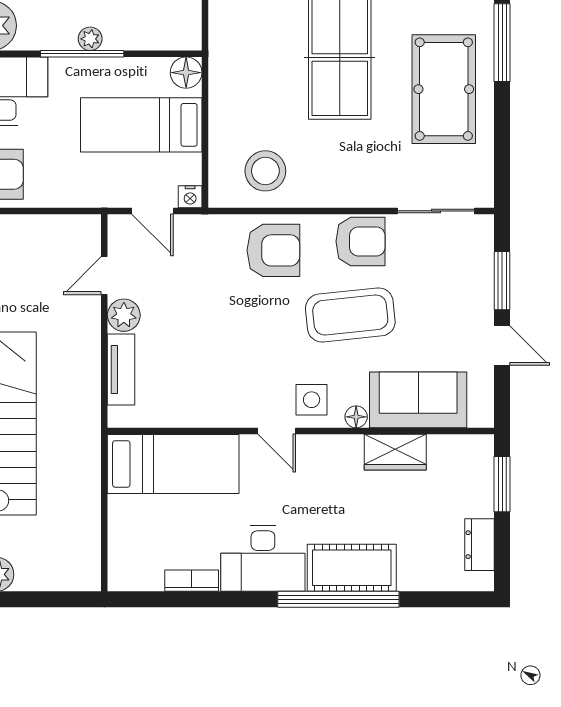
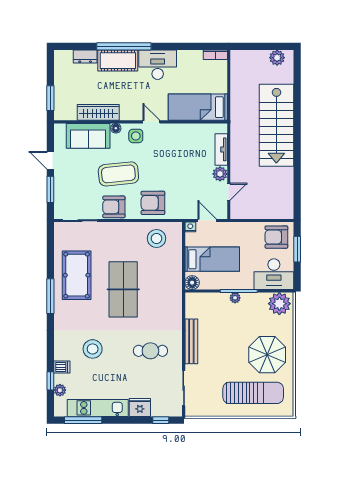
wardrobe: (395, 452) -> (98, 112), width x1.50
dresser: (480, 545) -> (85, 57), moved, turned 90
bookcase: (192, 581) -> (215, 55), moved

